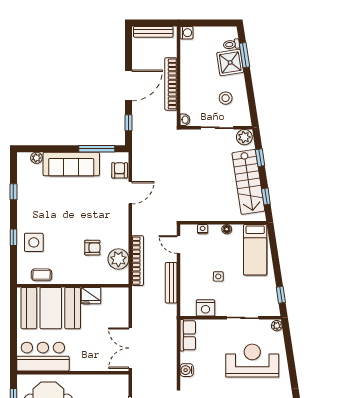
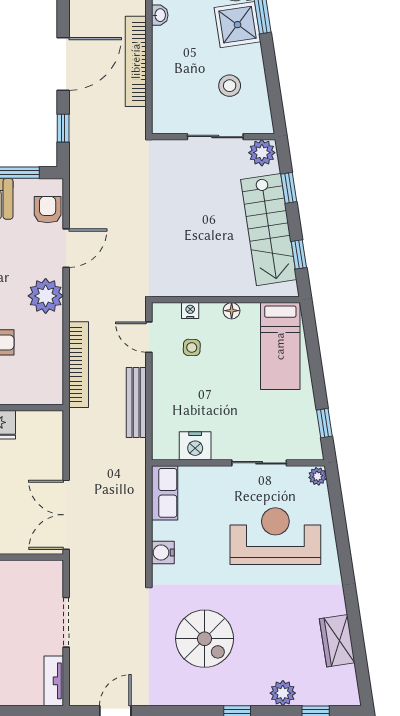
washbasin: (185, 120) -> (160, 15), moved
plant: (118, 259) -> (46, 296), moved
side table: (218, 276) -> (192, 347), moved

